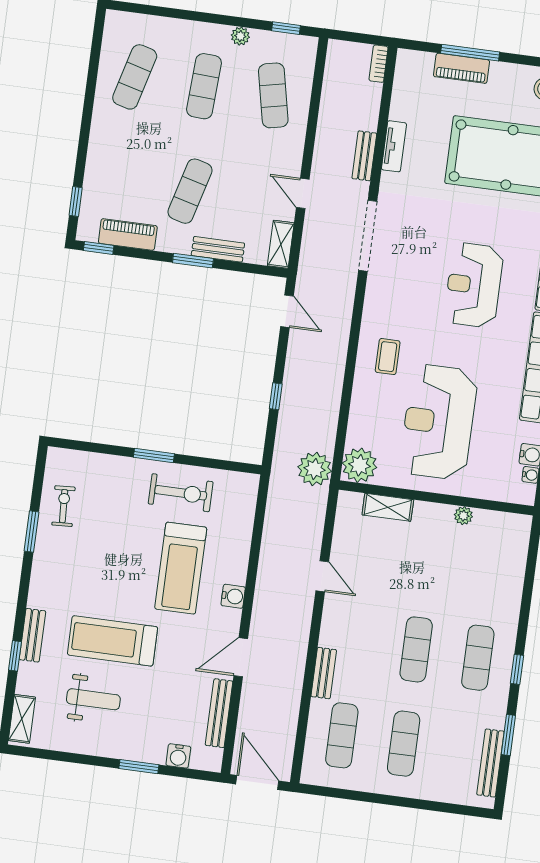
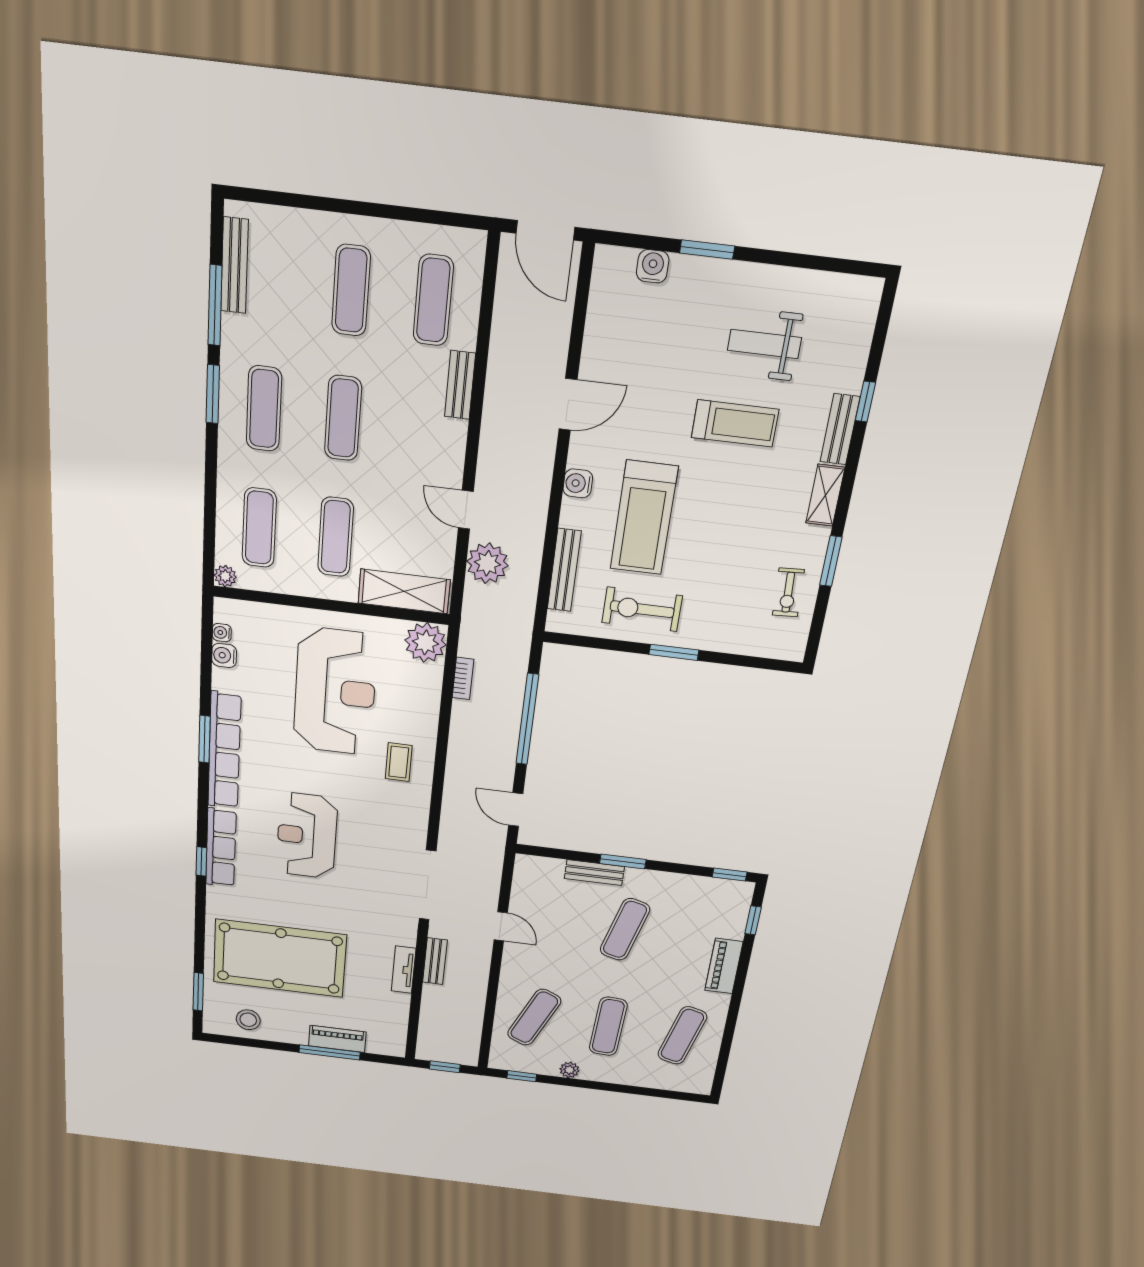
window: (360, 38) -> (445, 1067), added
bookcase: (379, 64) -> (463, 678), moved
exercise mat: (273, 95) -> (534, 1017), turned 36
piano: (128, 234) -> (724, 966), moved, turned 90
shelving: (281, 244) -> (524, 877), removed
reception desk: (474, 285) -> (307, 836), turned 180
window: (276, 396) -> (527, 719), width x3.17
plant: (315, 469) -> (487, 563), moved
shelving: (388, 507) -> (404, 591), width x1.50, depth x1.33
plant: (463, 516) -> (225, 576), moved
exercise mat: (429, 555) -> (336, 537), added
exercise mat: (490, 563) -> (259, 528), added
treadmill: (181, 568) -> (644, 518), turned 180
treadmill: (113, 641) -> (735, 423), width x0.73, depth x0.73
window: (517, 669) -> (213, 394), width x1.50
bench: (219, 713) -> (564, 570), moved
shelving: (22, 719) -> (825, 495), moved
window: (508, 735) -> (215, 305), width x1.44

